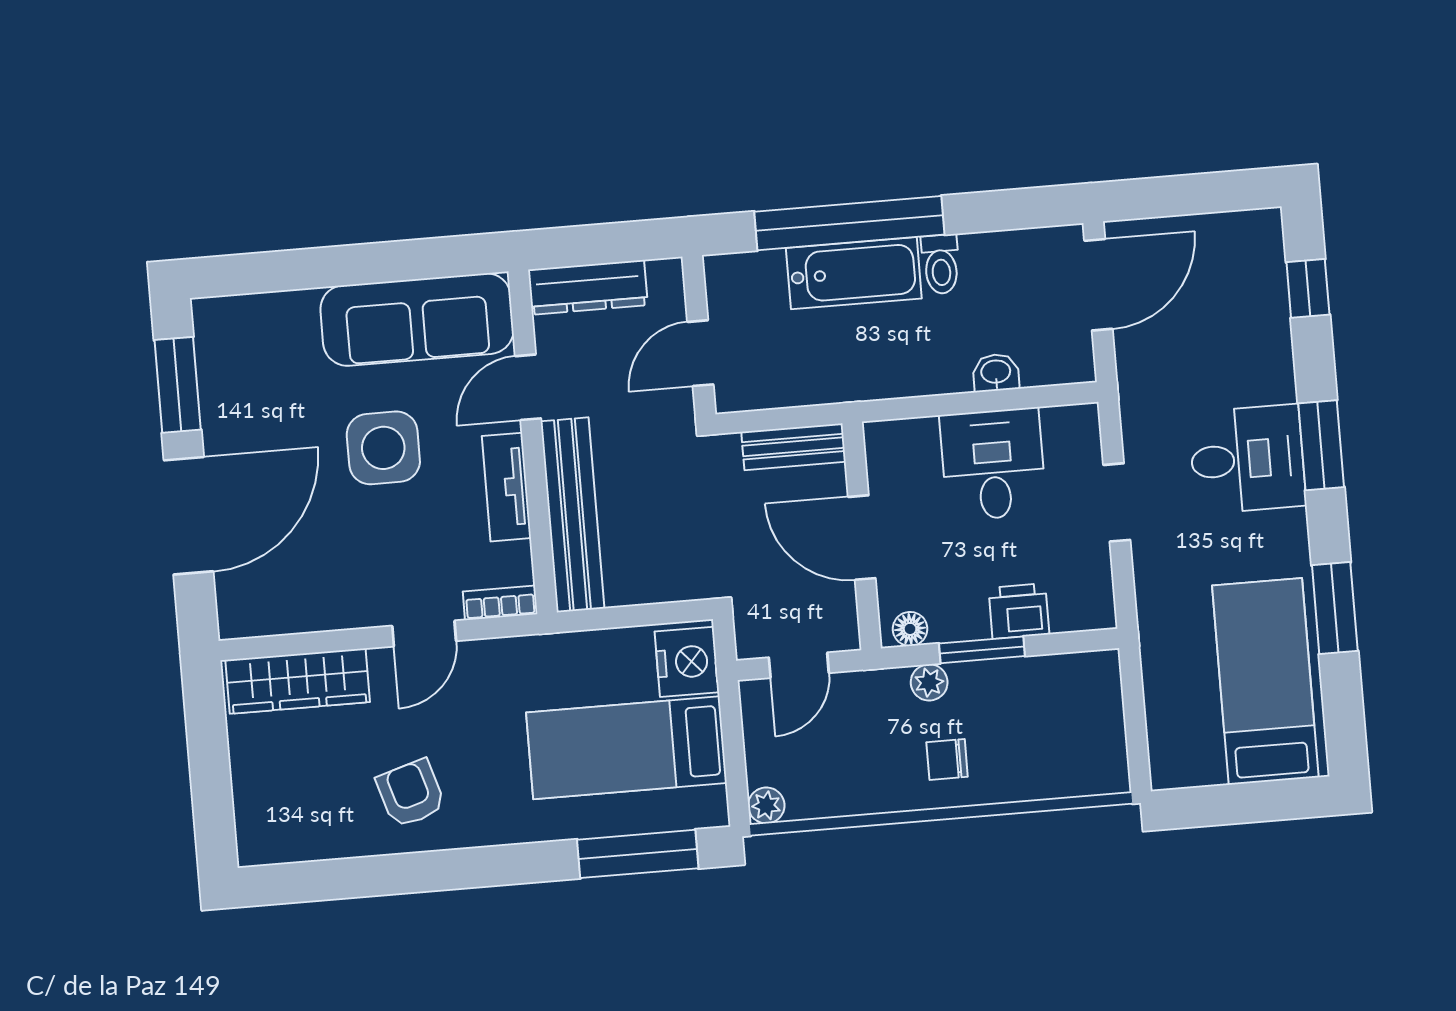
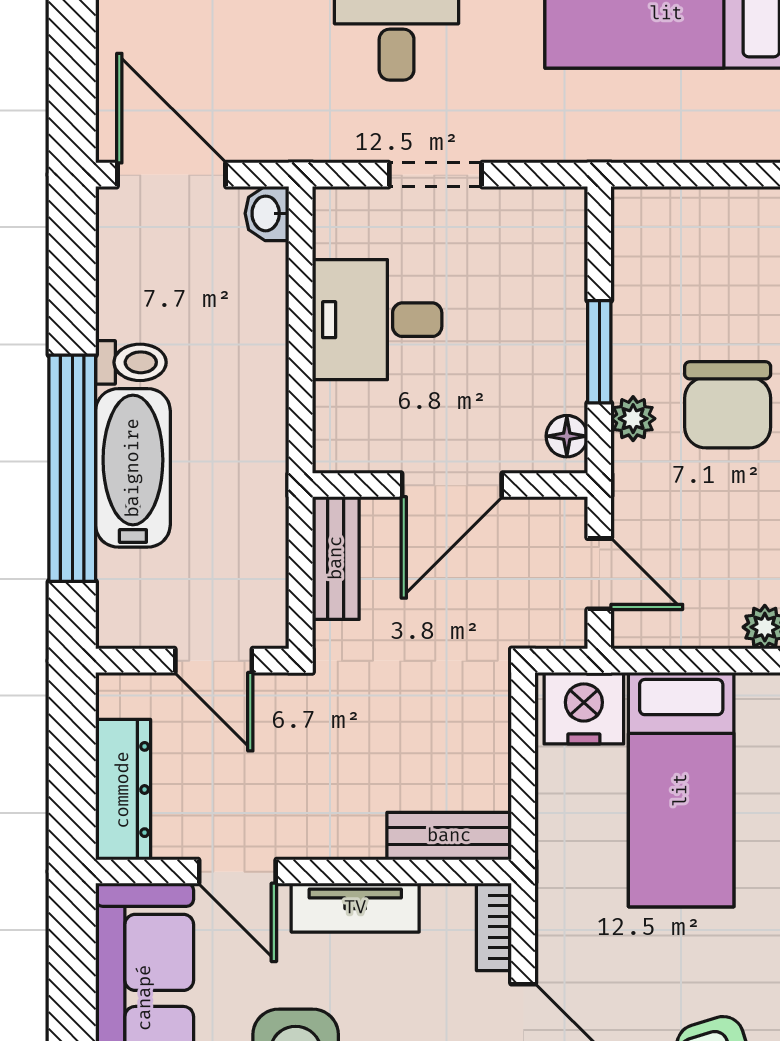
washbasin: (996, 373) -> (267, 213), moved
bench: (572, 515) -> (449, 836), width x0.54, depth x0.82
printer: (1019, 611) -> (556, 303), removed
chair: (947, 759) -> (728, 405), width x1.87, depth x1.87

